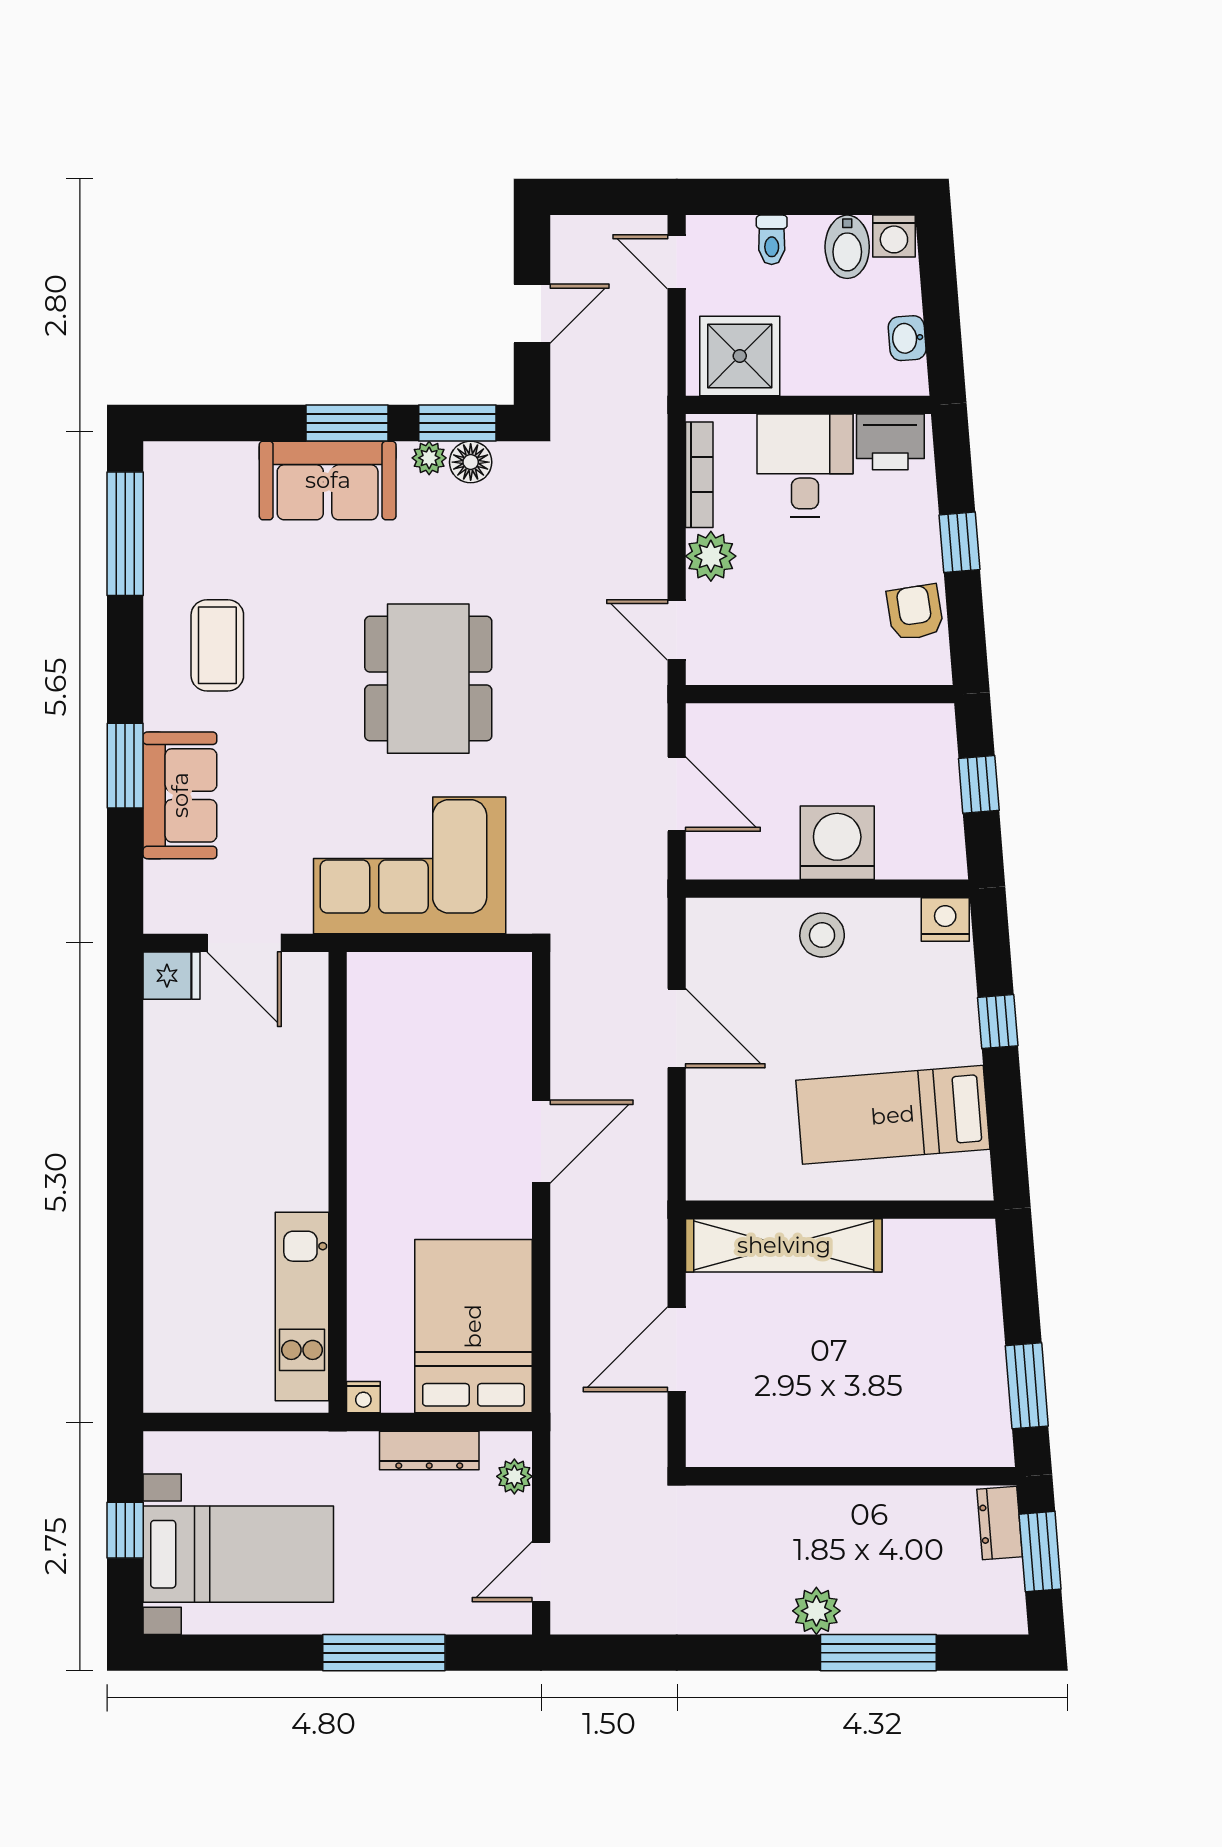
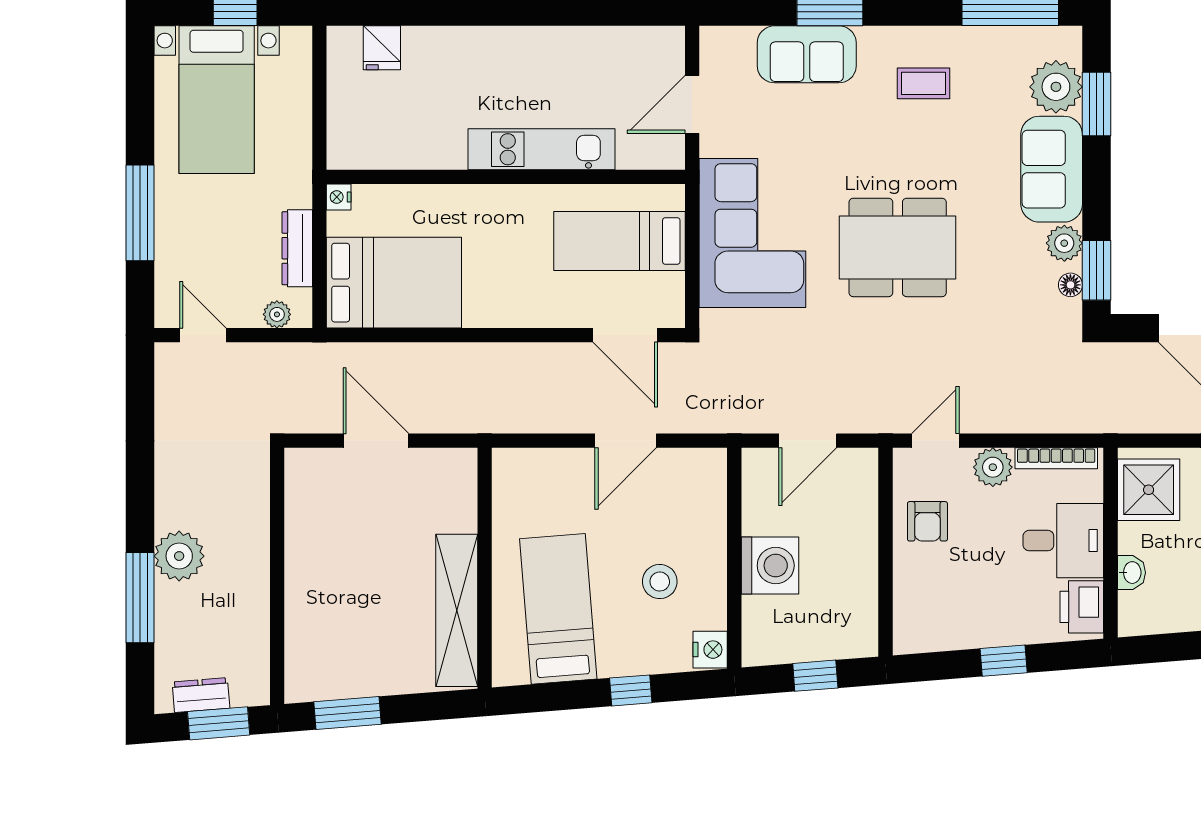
washbasin: (907, 338) -> (1131, 573), moved, turned 95
window: (347, 423) -> (1096, 104), moved
plant: (429, 458) -> (1064, 243), width x1.38, depth x1.38
floor lamp: (471, 462) -> (1070, 285), width x0.73, depth x0.73
plant: (222, 475) -> (1056, 87), added
armchair: (915, 612) -> (927, 521), moved, turned 99
coffee table: (217, 645) -> (923, 83), width x0.73, depth x0.77
stool: (822, 935) -> (660, 582), moved
fridge: (172, 976) -> (382, 48), moved
bed: (420, 1036) -> (619, 241), added
door: (541, 1142) -> (625, 335), moved
shelving: (784, 1245) -> (457, 610), moved
kitchen unit: (302, 1307) -> (542, 149), moved
dresser: (1000, 1523) -> (201, 695), moved
plant: (816, 1611) -> (179, 556), width x1.36, depth x1.36

